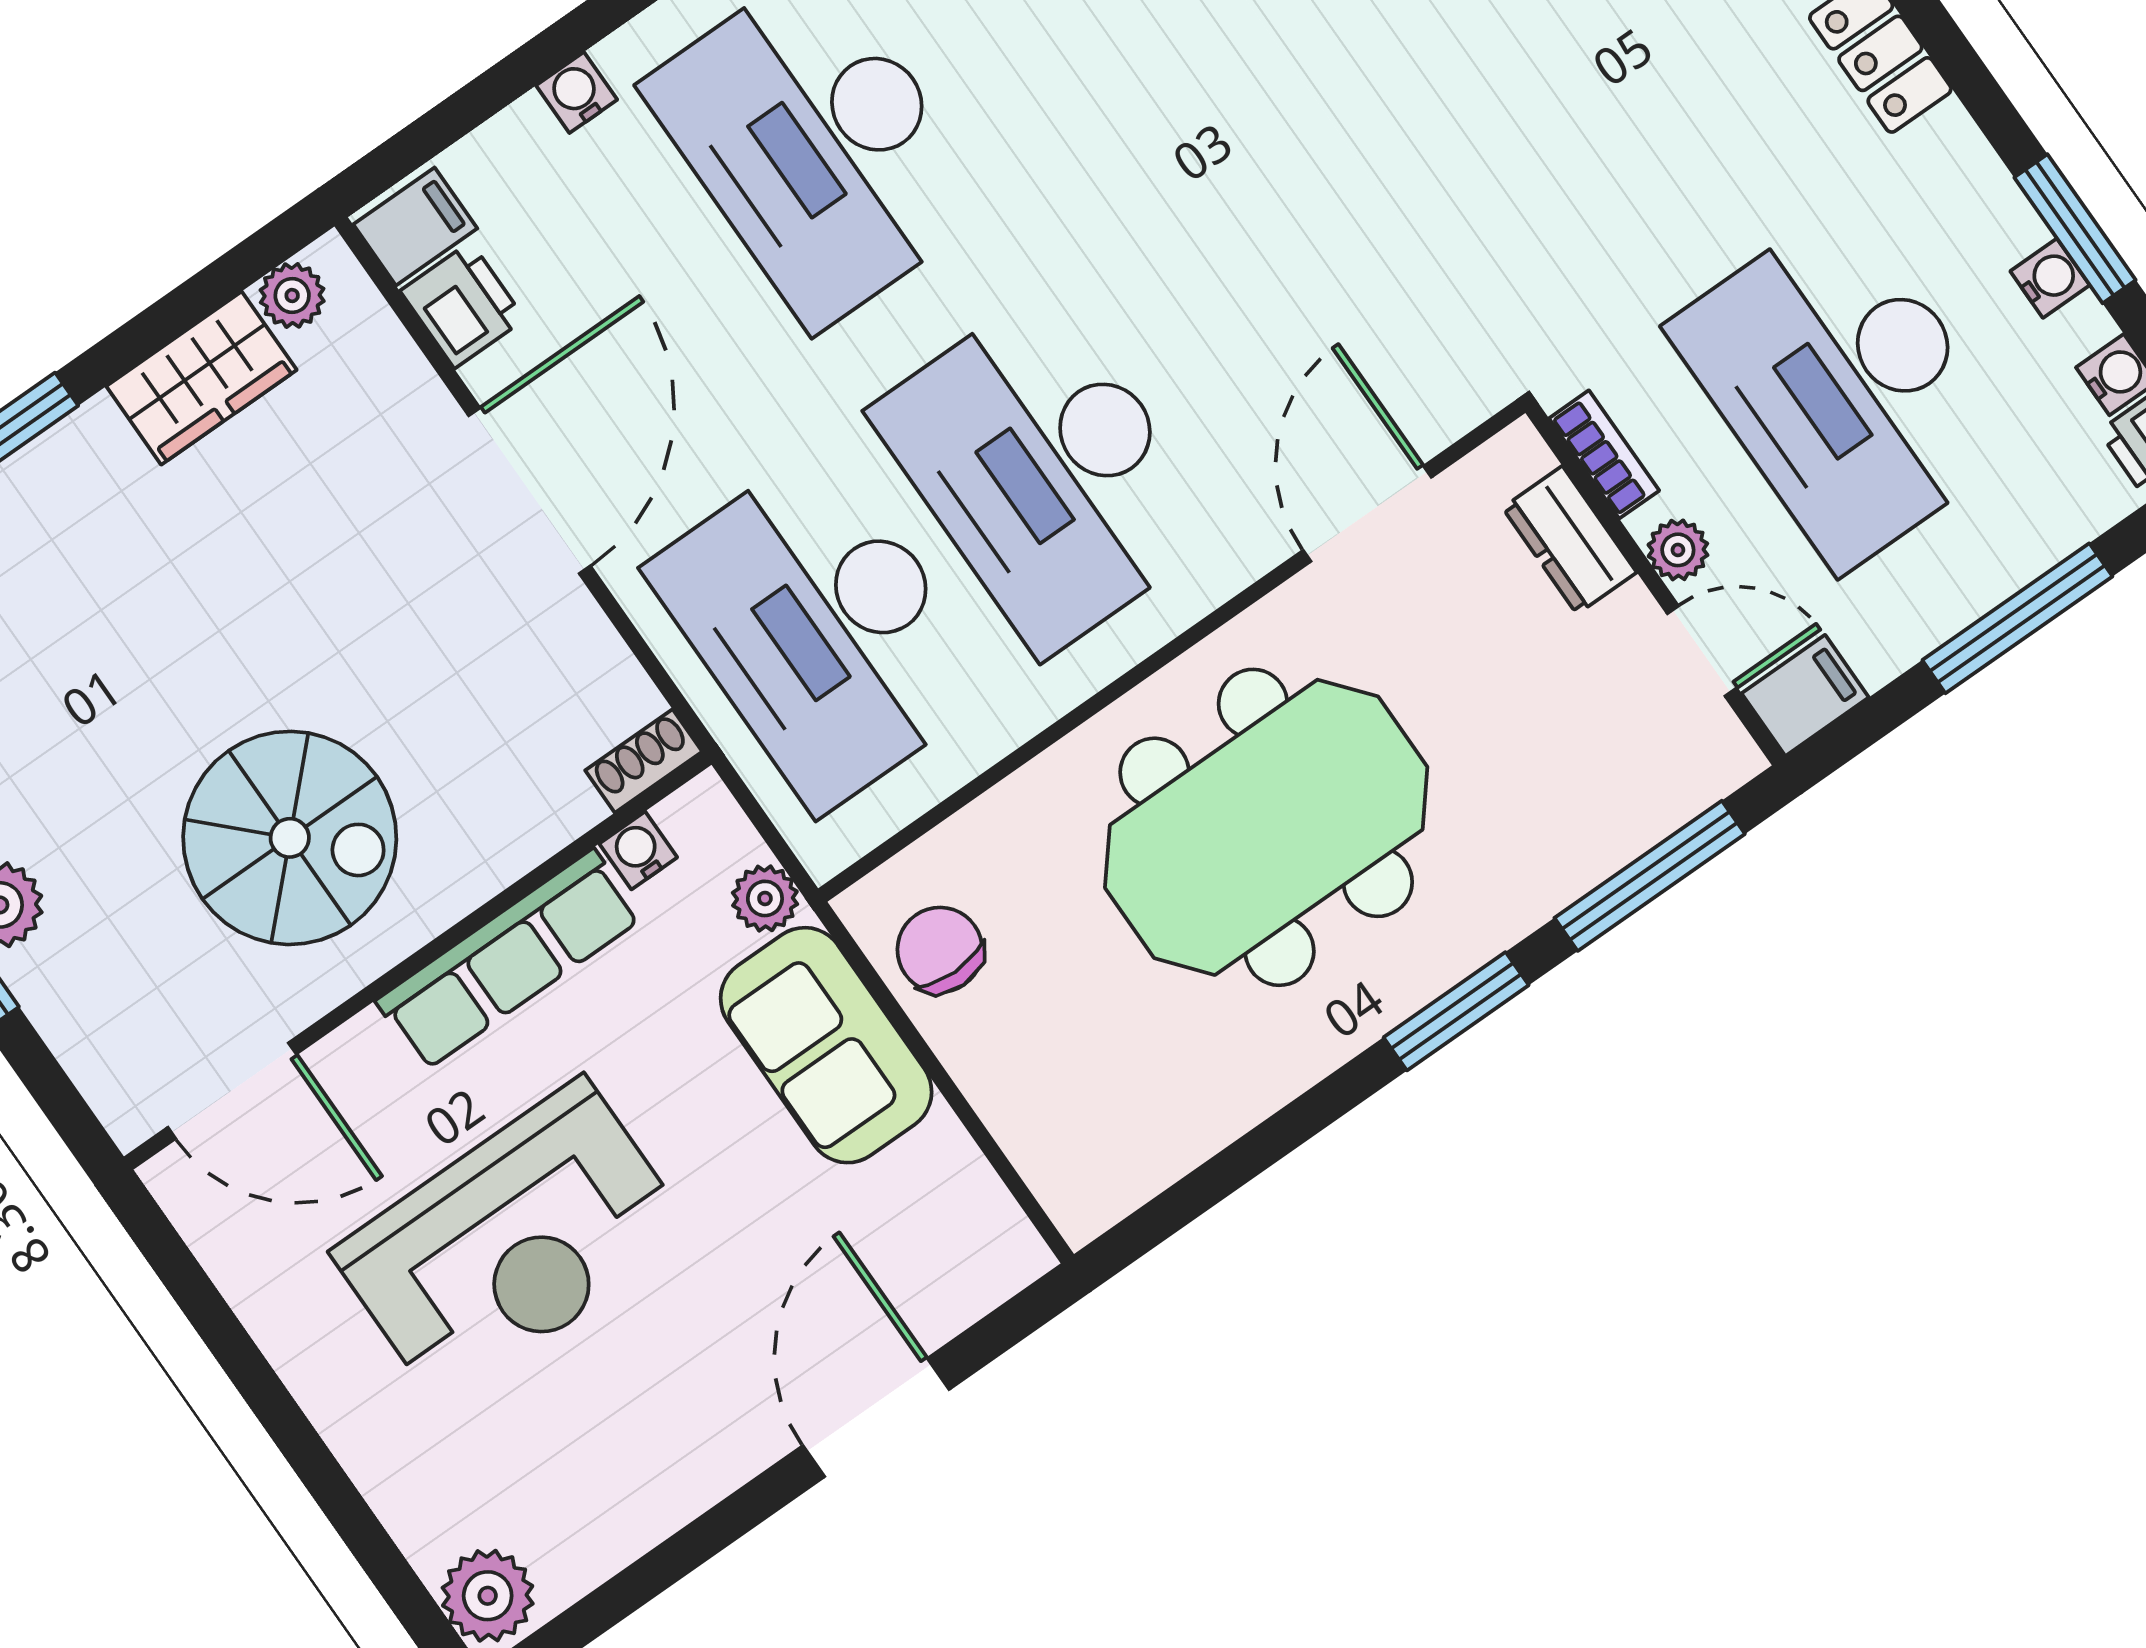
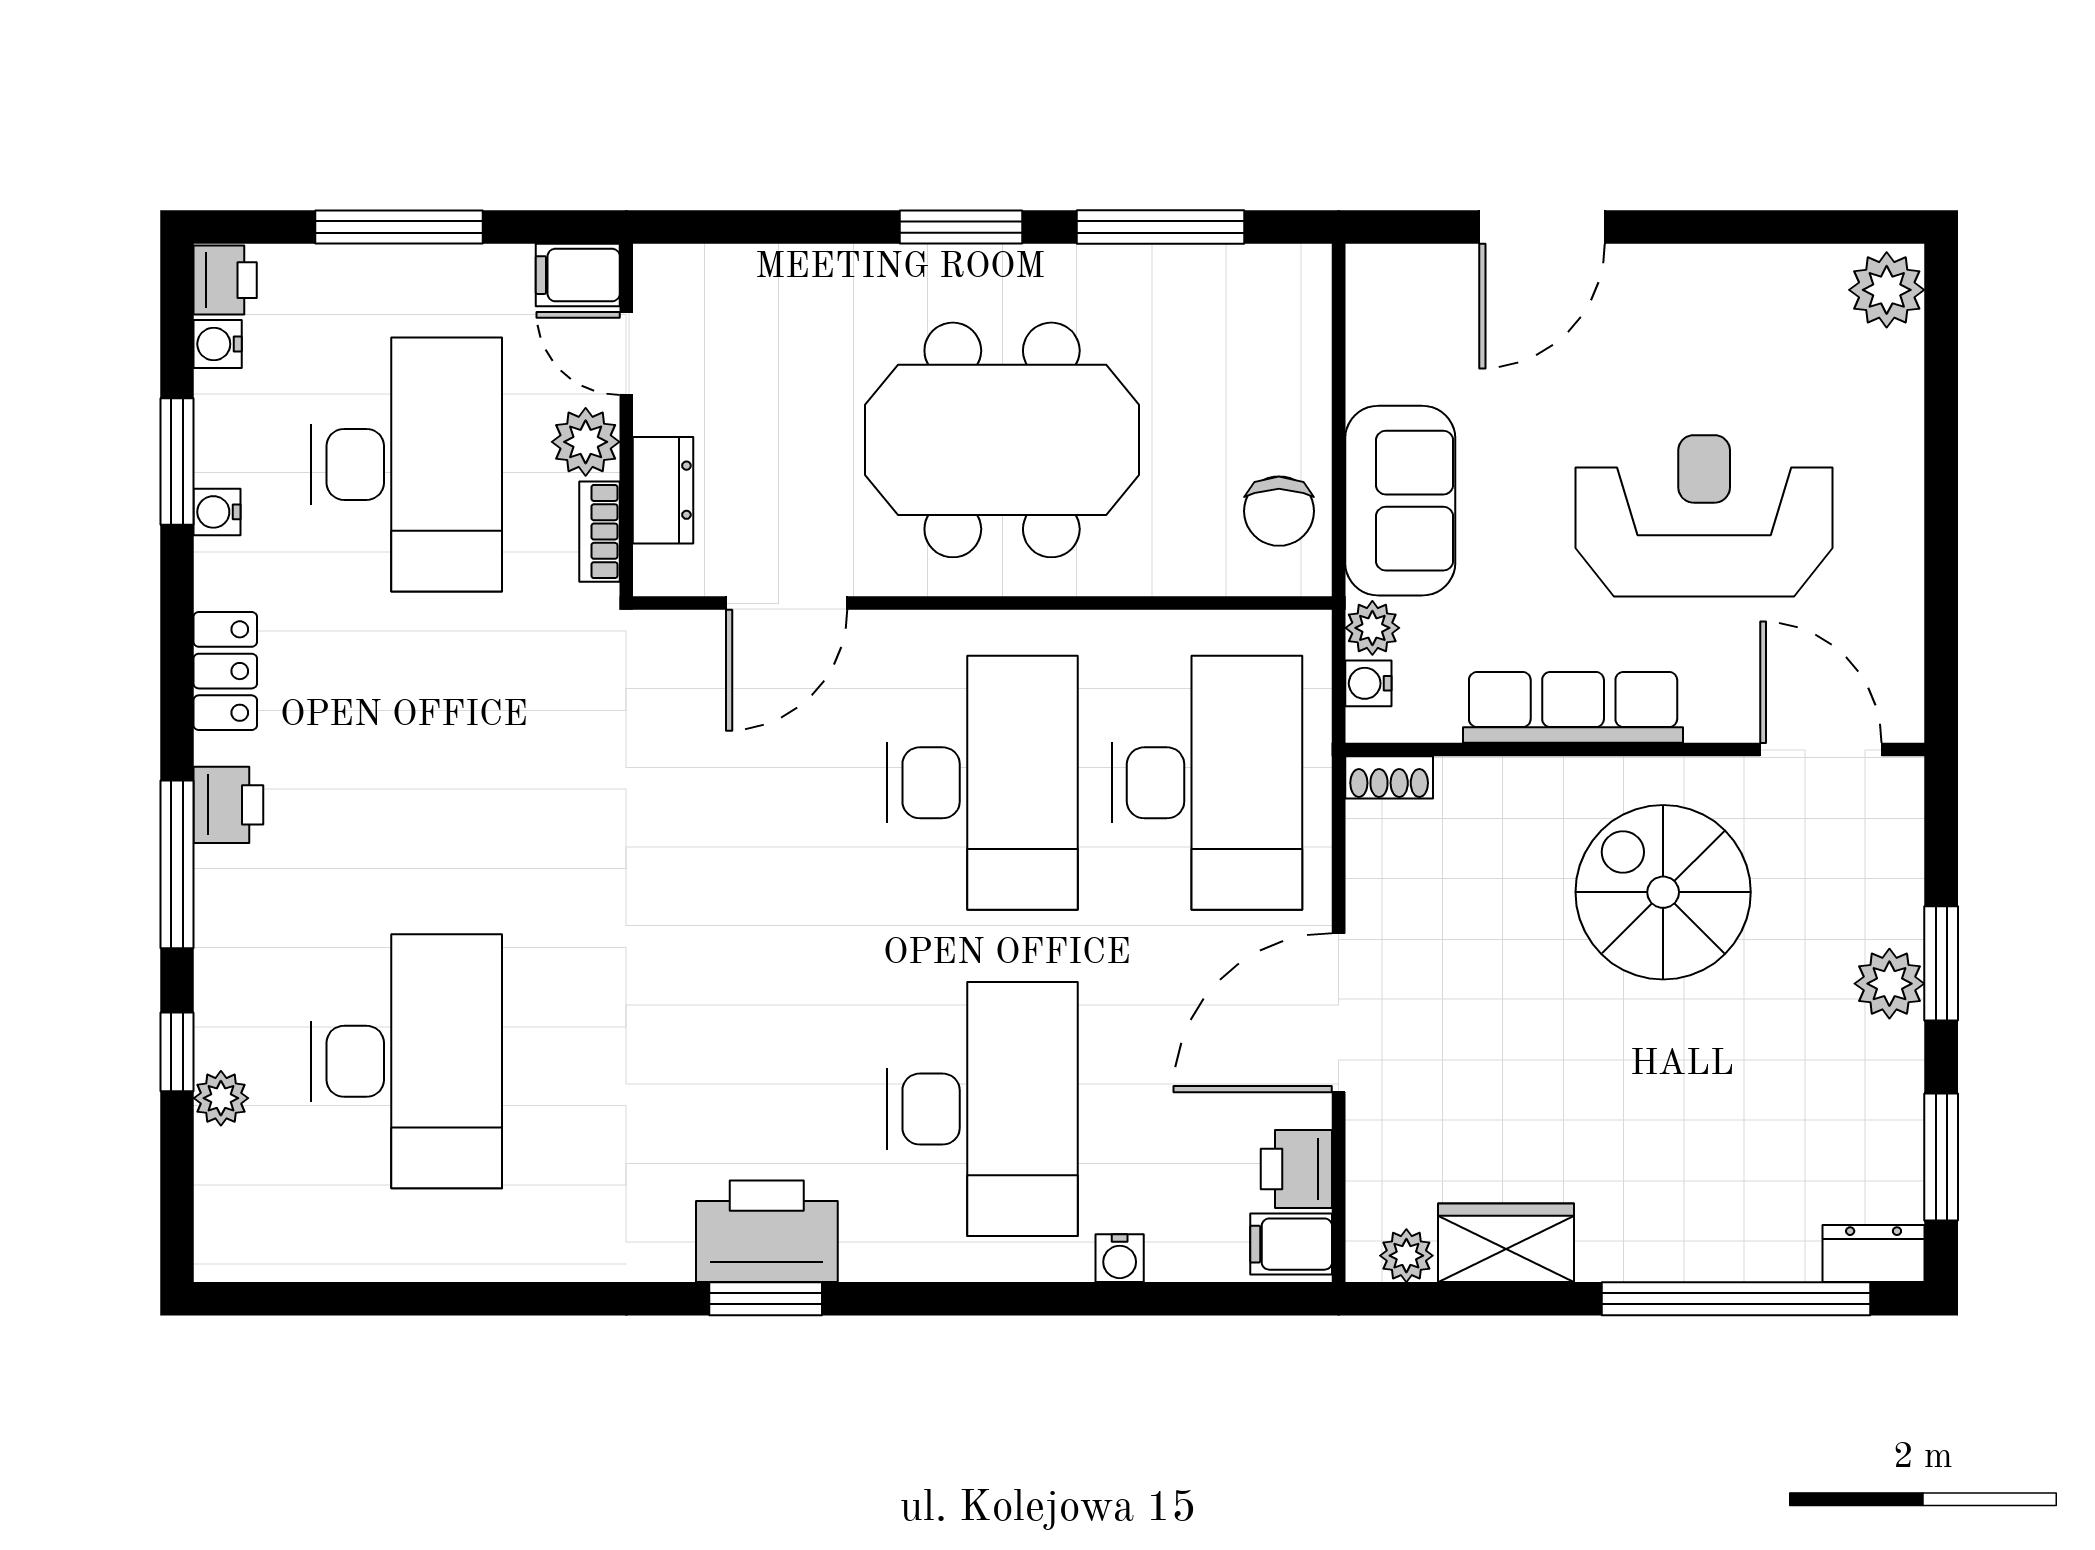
water cooler: (2050, 278) -> (217, 512), moved
plant: (1678, 550) -> (586, 442), width x1.38, depth x1.38
water cooler: (638, 850) -> (1368, 683), moved, turned 90
window: (1650, 876) -> (1160, 227), moved

